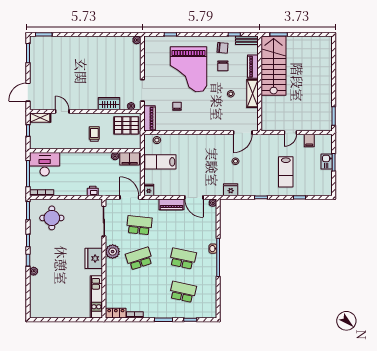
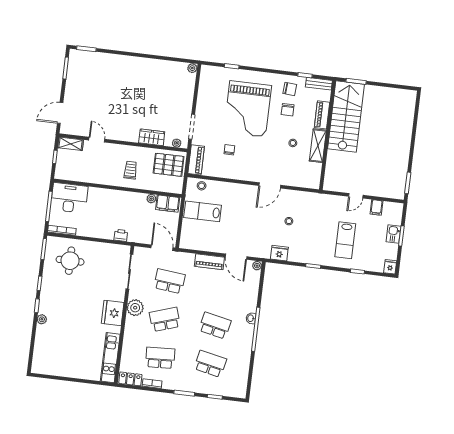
door: (243, 133) -> (270, 185), moved
fridge: (149, 190) -> (390, 267), moved
school desk: (139, 292) -> (160, 358), added

